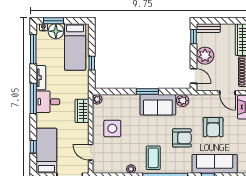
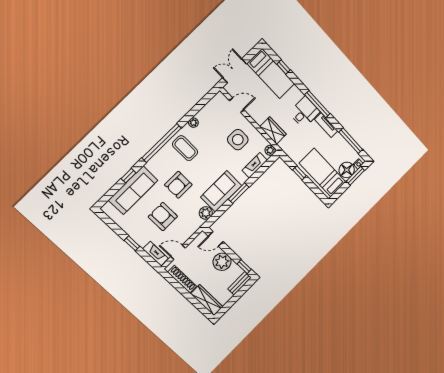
fireplace: (118, 100) -> (255, 165), added

